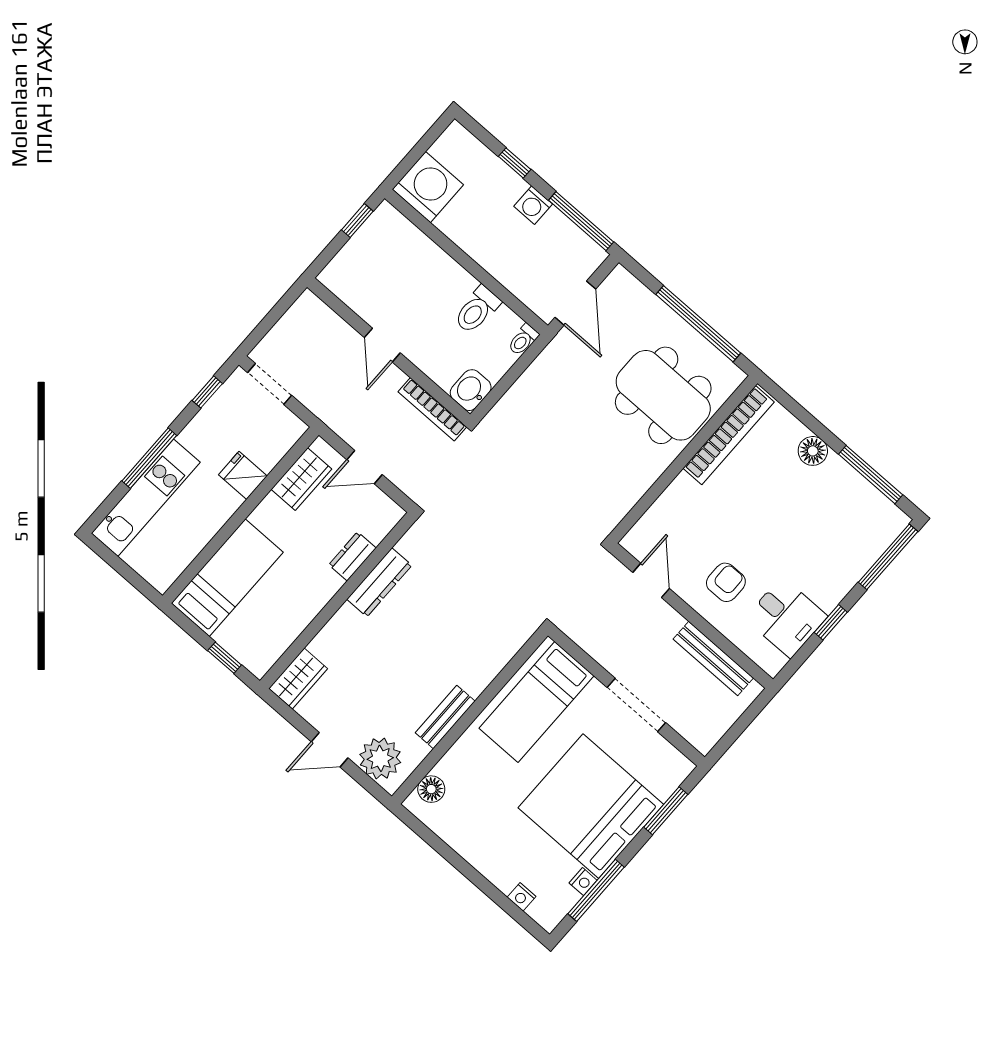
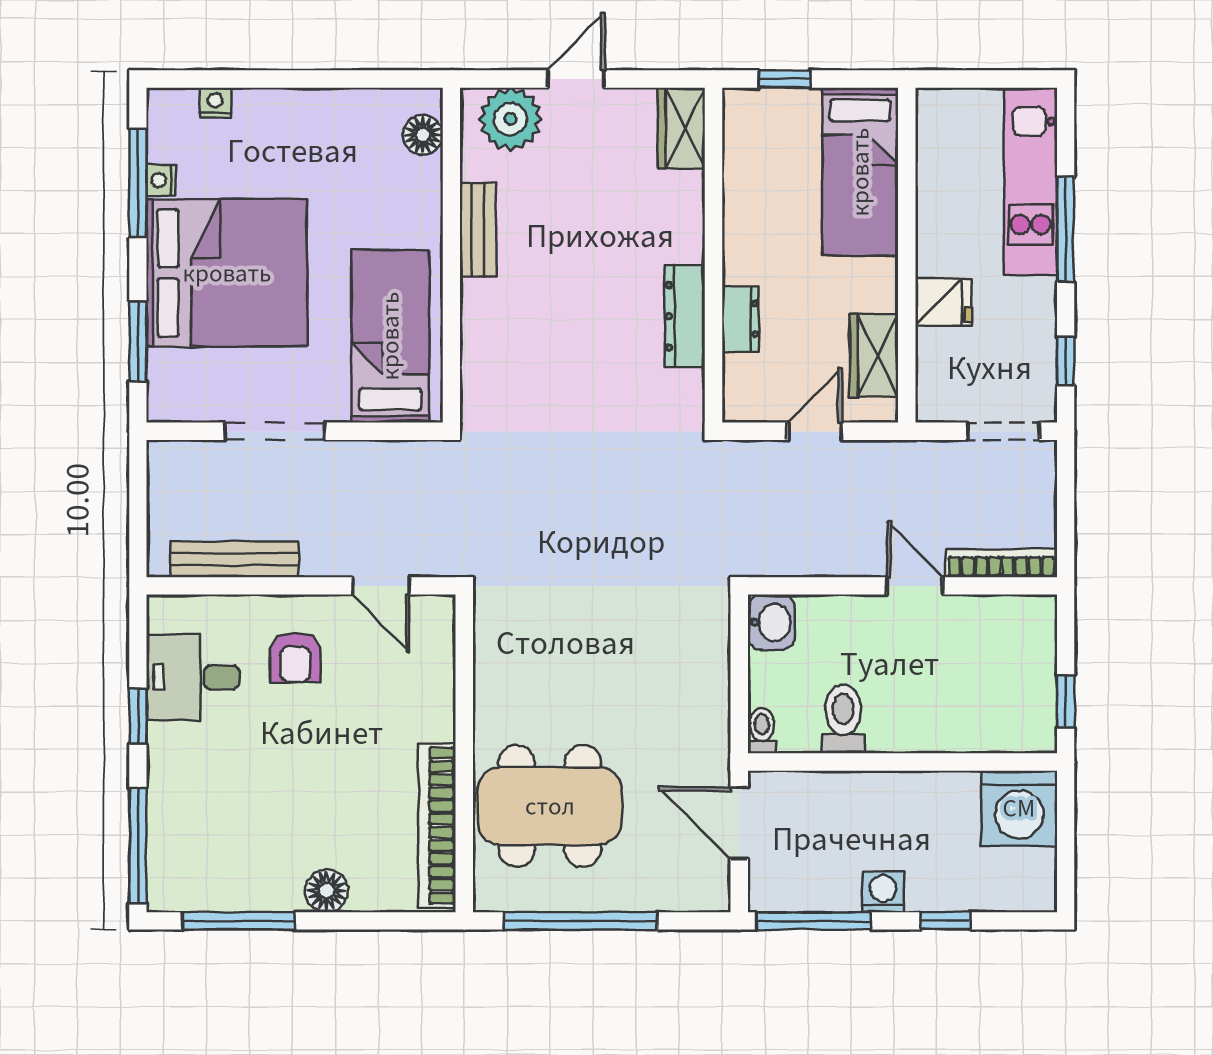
bookcase: (432, 409) -> (1001, 563), moved

